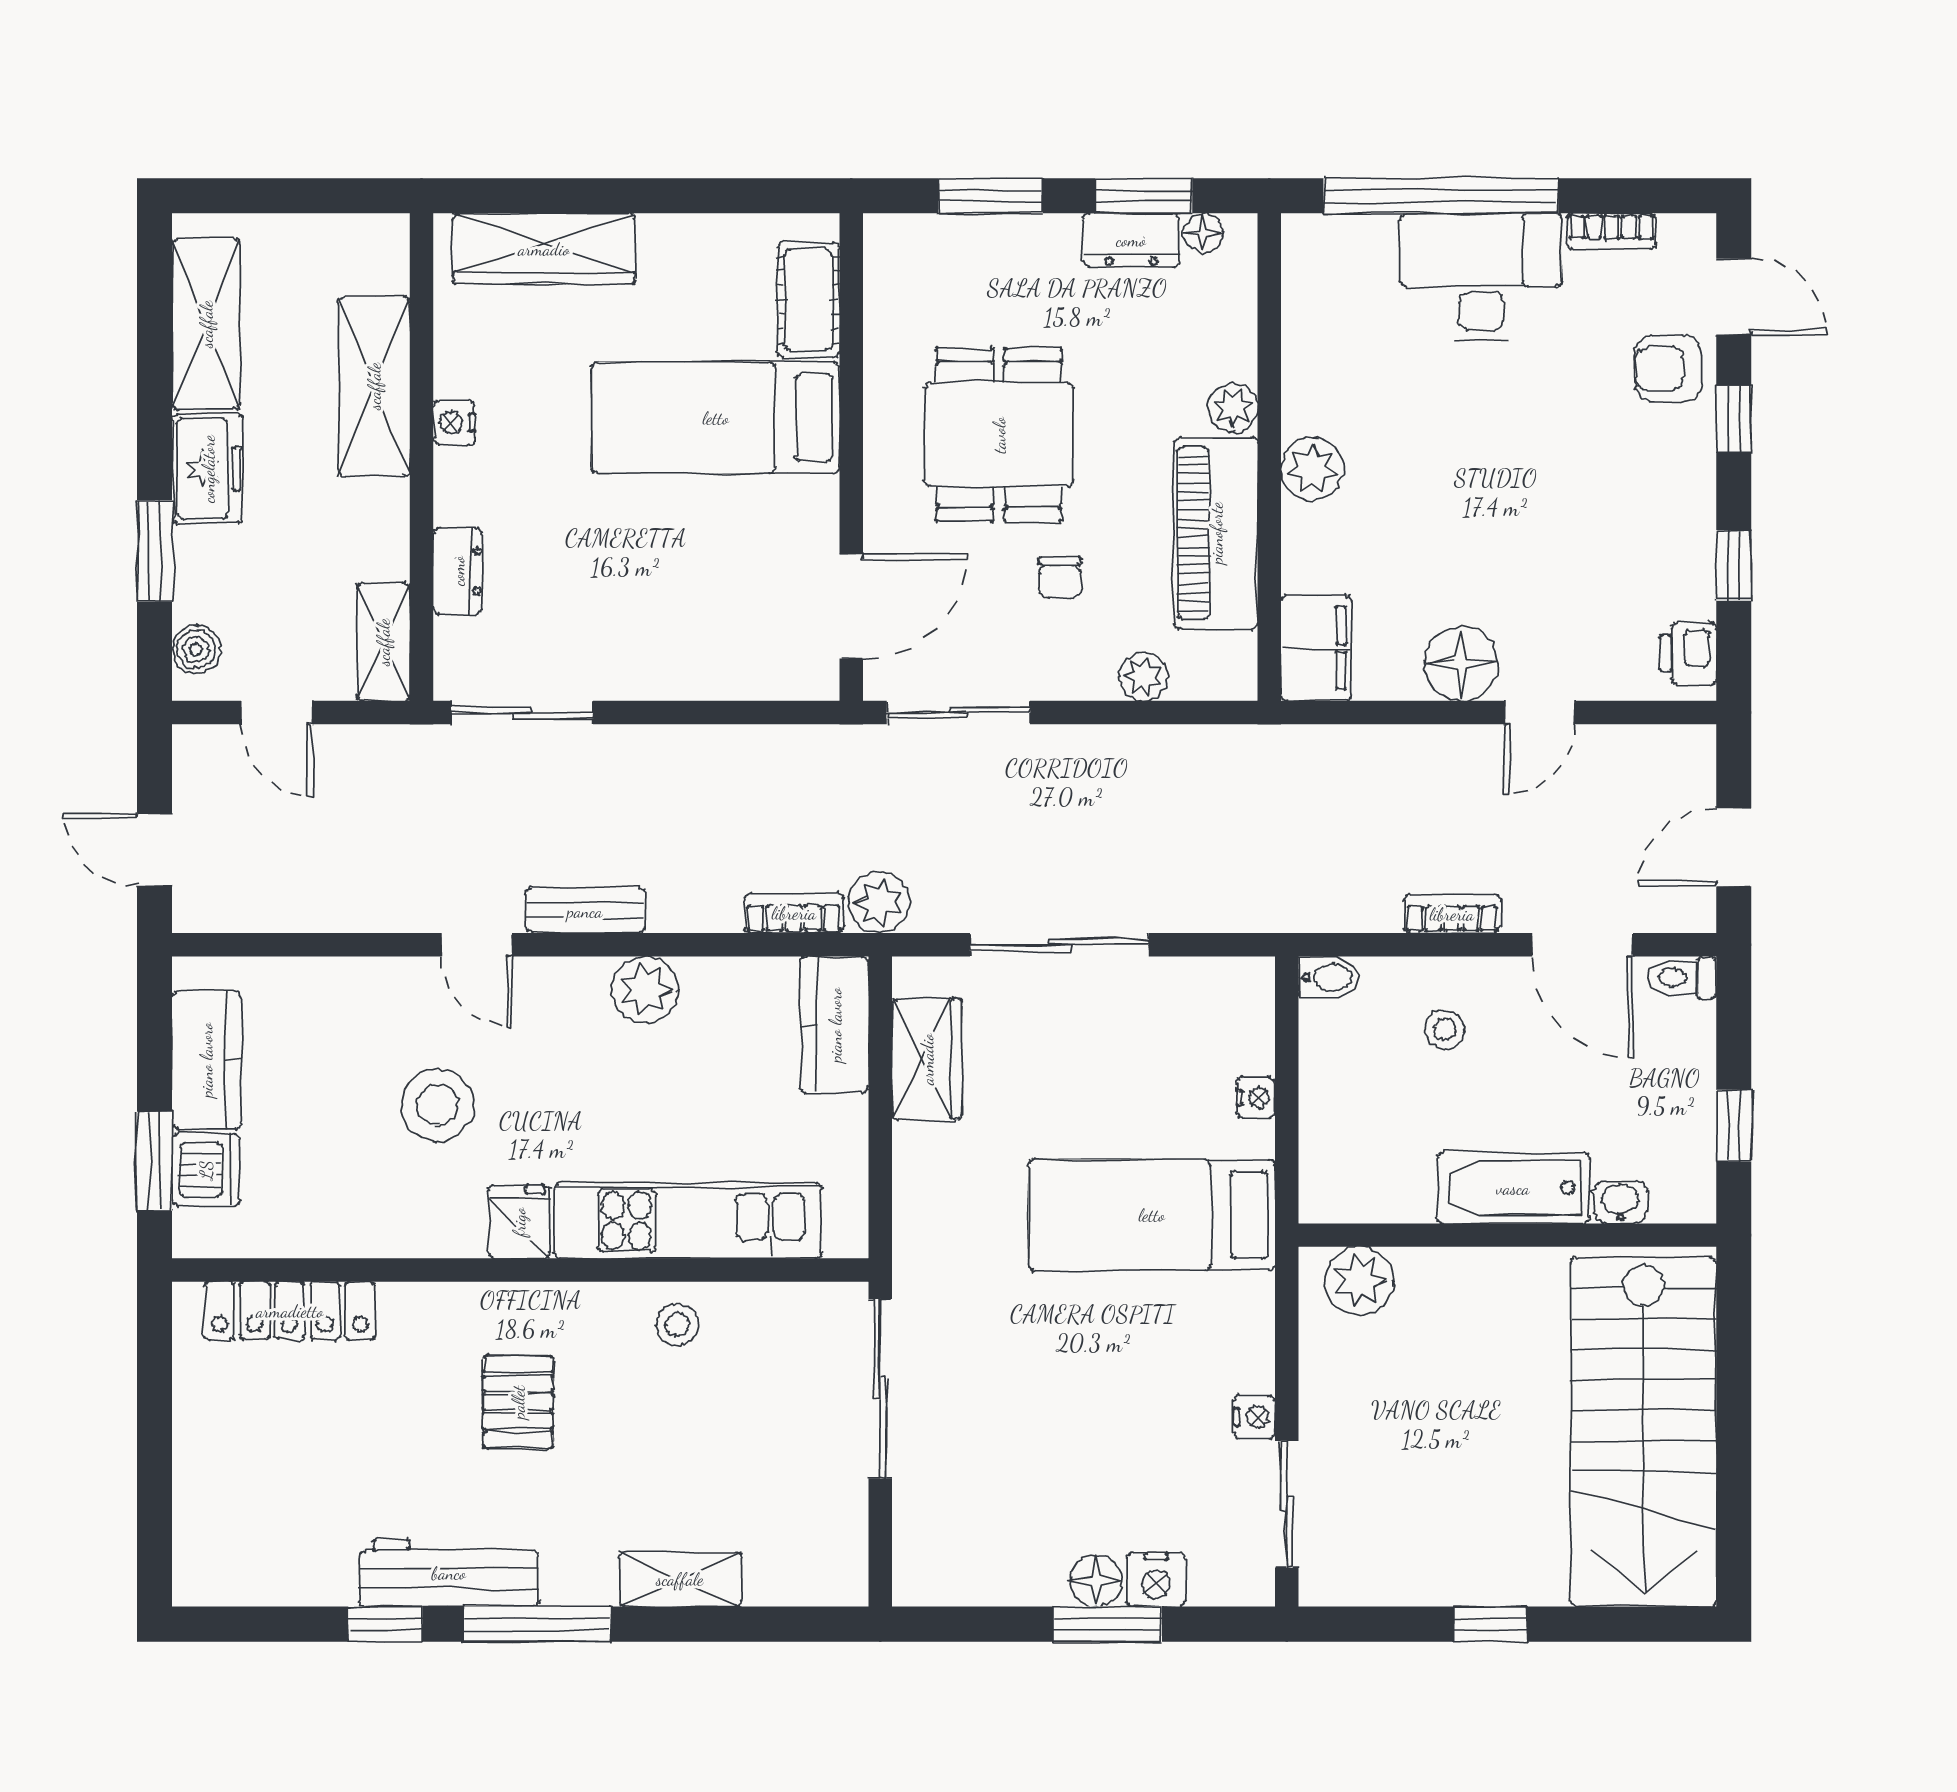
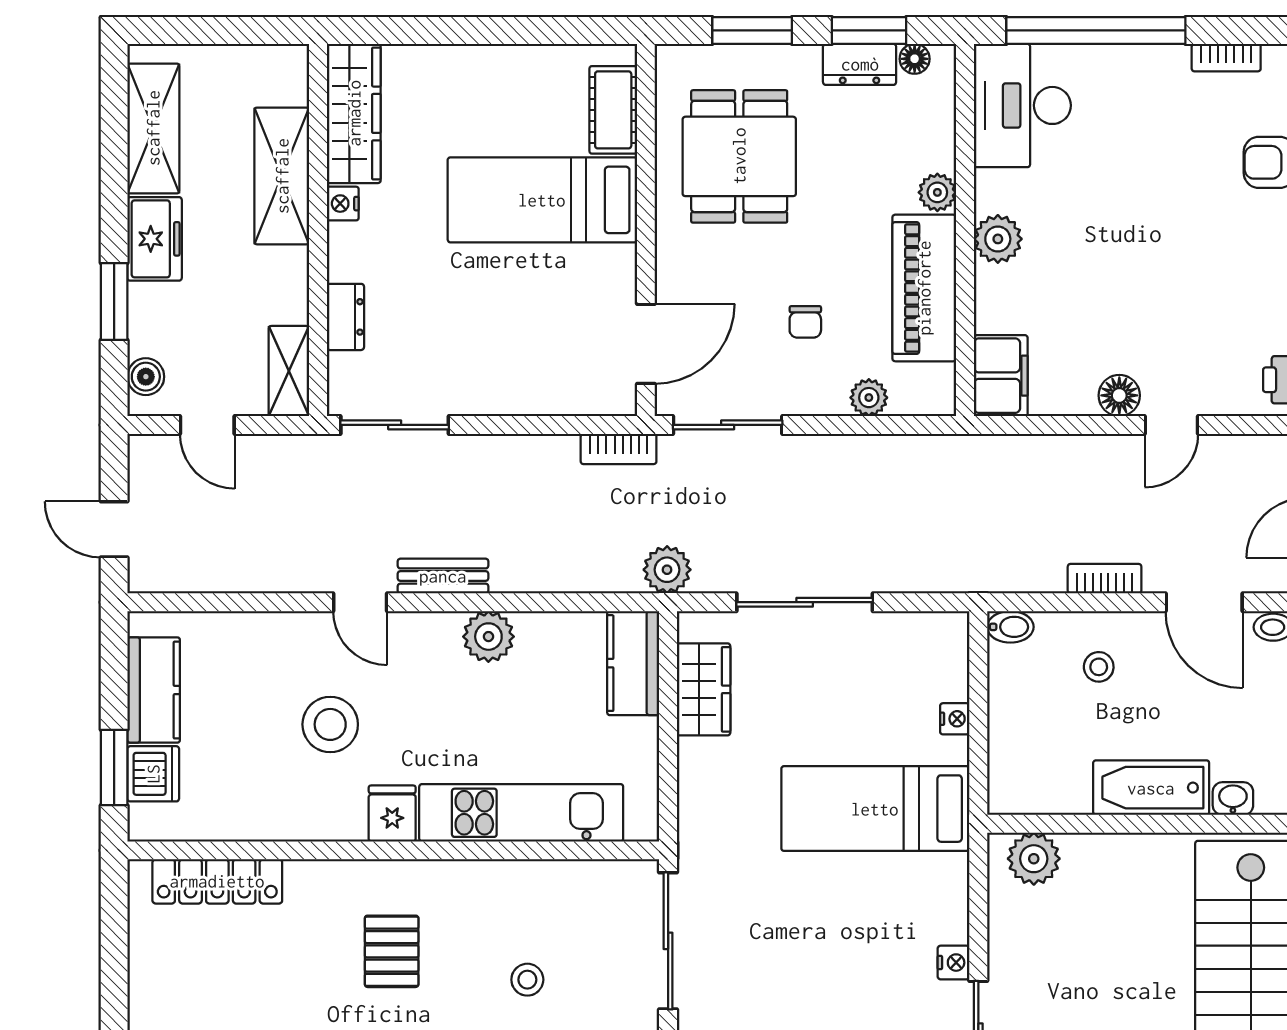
wardrobe: (544, 249) -> (354, 113), moved, turned -90
desk: (1481, 277) -> (1022, 105), moved, turned -90
dining table: (999, 435) -> (739, 156), moved
floor lamp: (1461, 664) -> (1119, 395), width x0.73, depth x0.73
bookcase: (794, 913) -> (619, 449), moved, turned 180
stool: (677, 1325) -> (527, 980), moved

